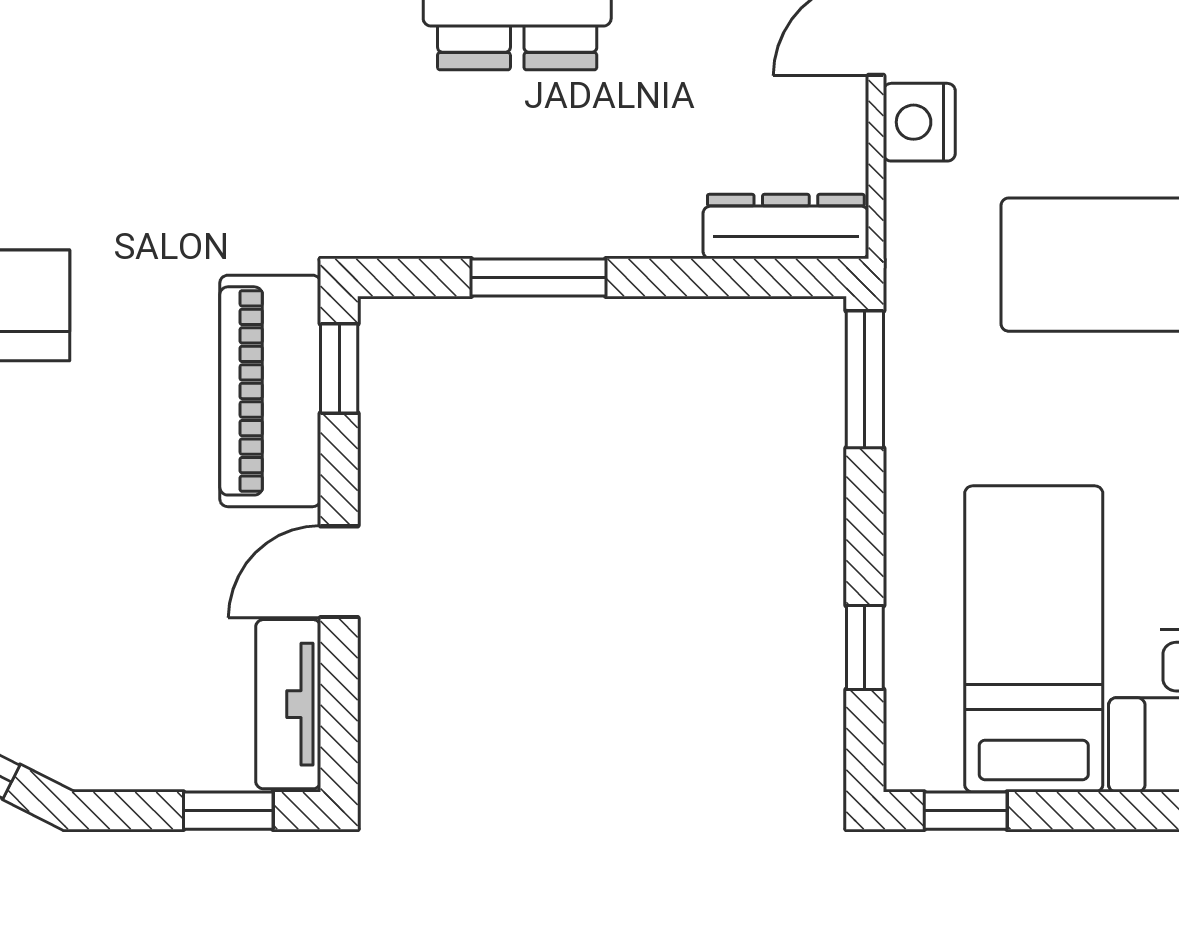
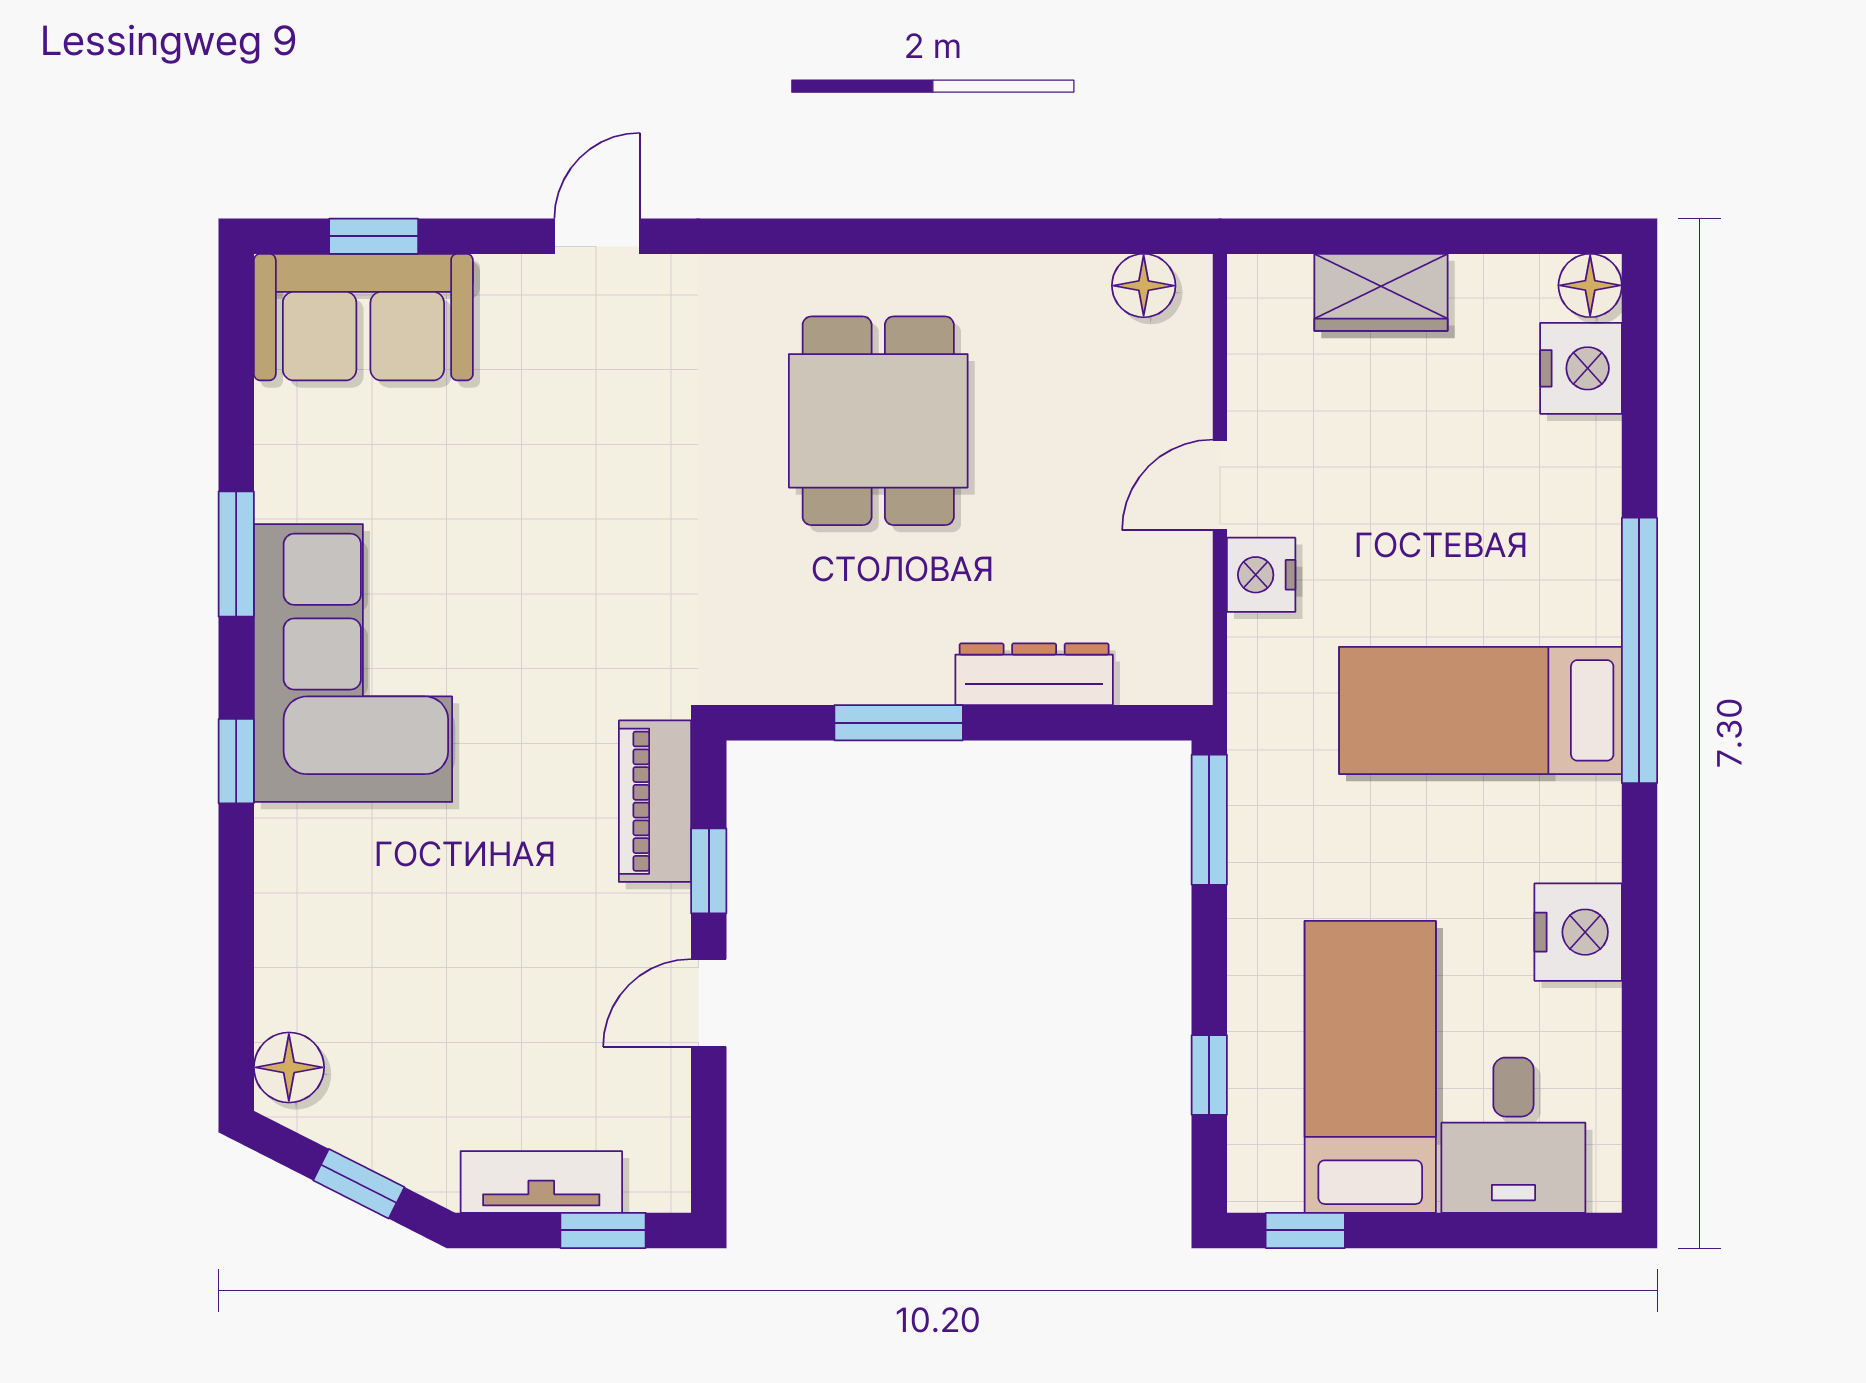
dresser: (786, 227) -> (1034, 674), moved
window: (339, 369) -> (709, 871), moved
piano: (270, 391) -> (655, 801), width x0.73, depth x0.75
tv unit: (288, 704) -> (541, 1182), moved, turned 90

